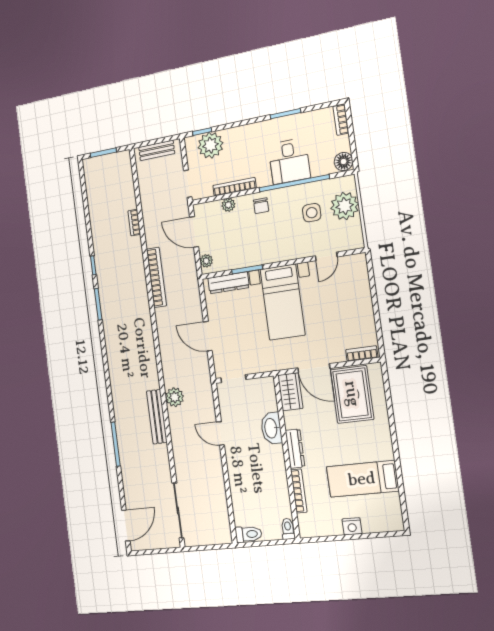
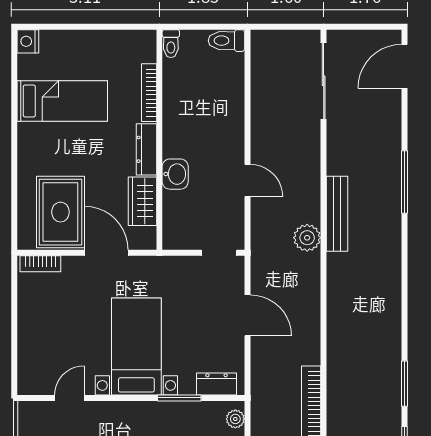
dresser: (229, 283) -> (217, 384), width x0.70
wardrobe: (290, 392) -> (142, 201), moved
washbasin: (271, 428) -> (175, 174), width x0.72
nightstand: (352, 526) -> (28, 41), moved, turned -90

